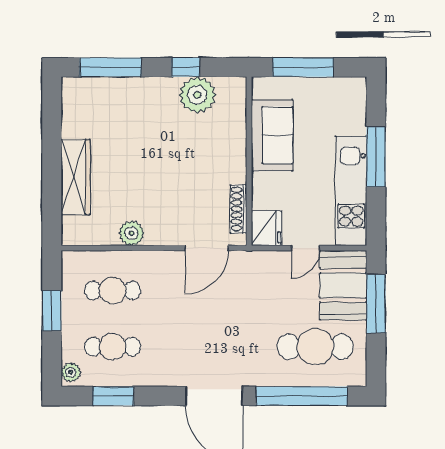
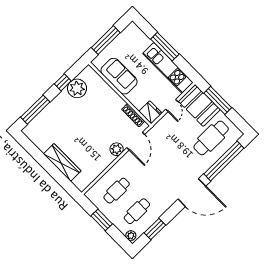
plant: (131, 233) -> (117, 149), moved

